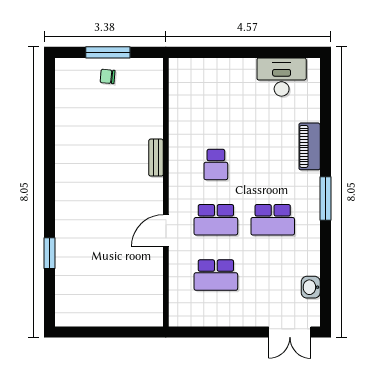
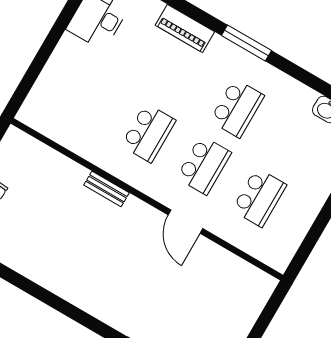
school desk: (216, 165) -> (148, 133), width x1.85

